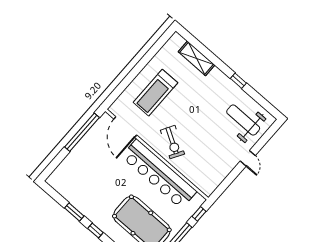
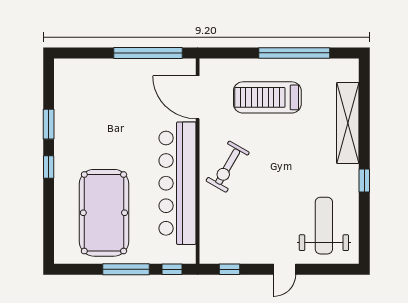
shelving: (196, 58) -> (348, 123), width x1.47
window: (145, 60) -> (294, 53), added
door: (125, 127) -> (198, 97), hinge flipped
window: (224, 185) -> (230, 269), added

